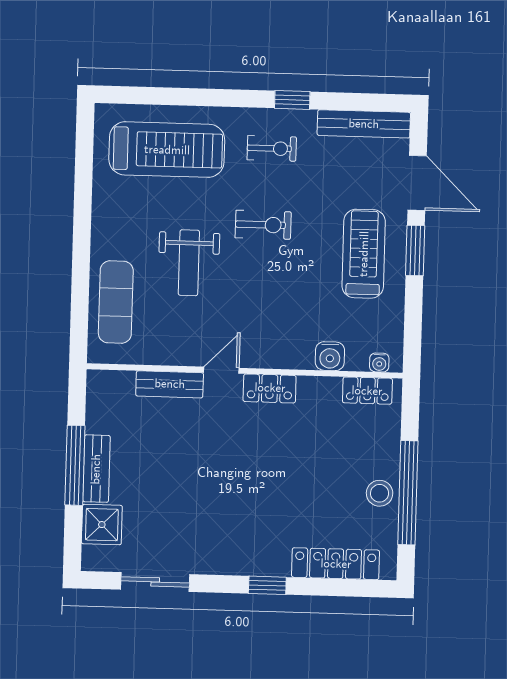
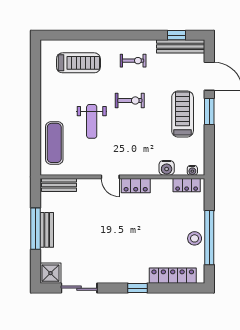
window: (292, 100) -> (176, 35), moved
treadmill: (167, 150) -> (78, 63), width x0.73, depth x0.73
door: (221, 370) -> (110, 177), swing flipped
bench: (170, 384) -> (59, 185), moved
shower: (102, 525) -> (50, 273), moved

